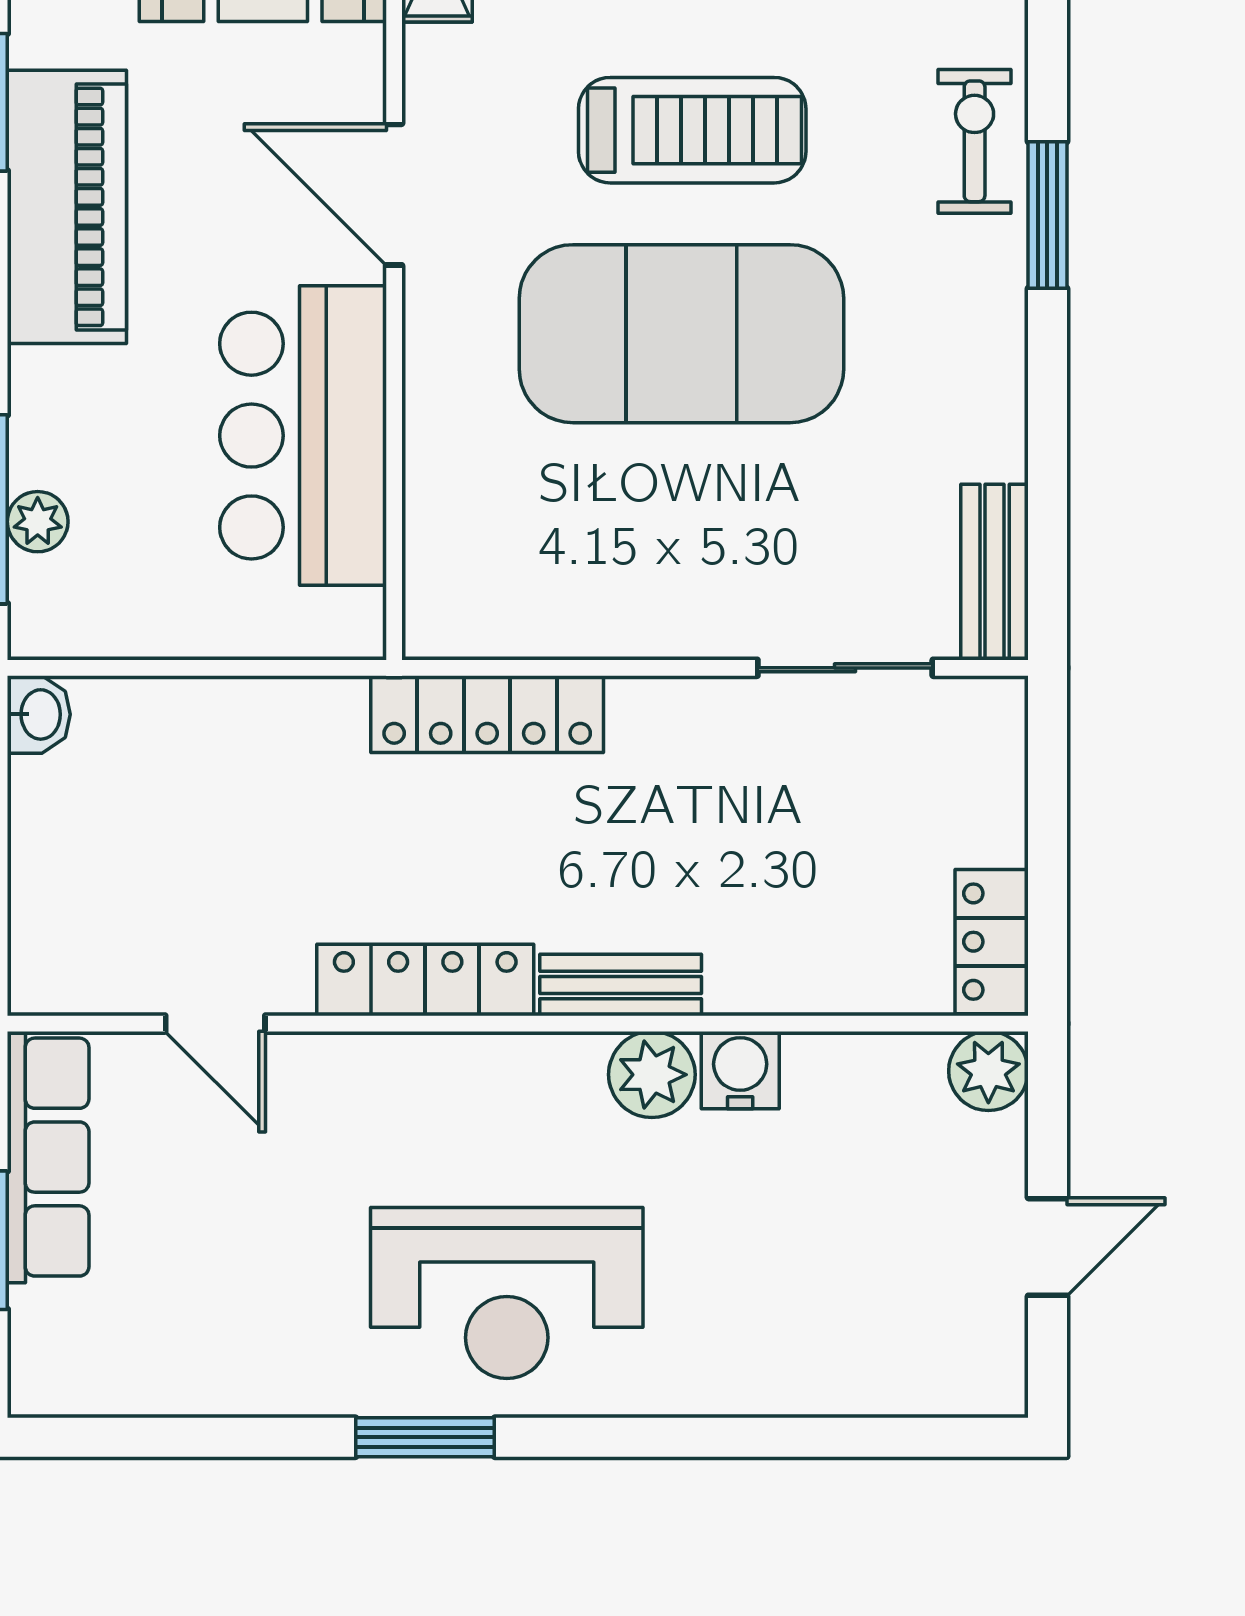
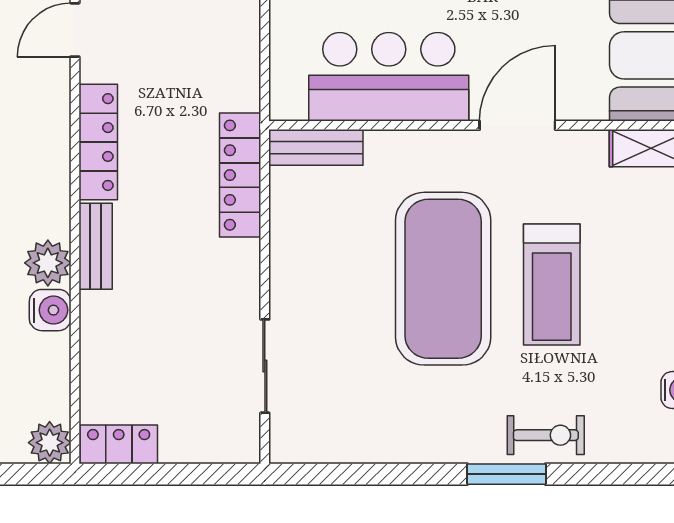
bench: (995, 572) -> (316, 147), moved

